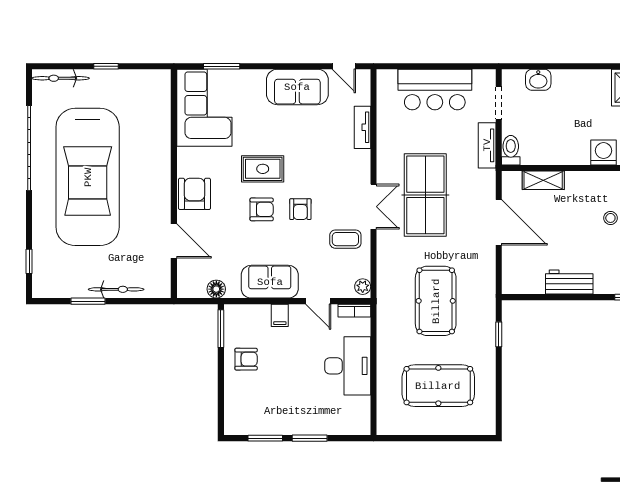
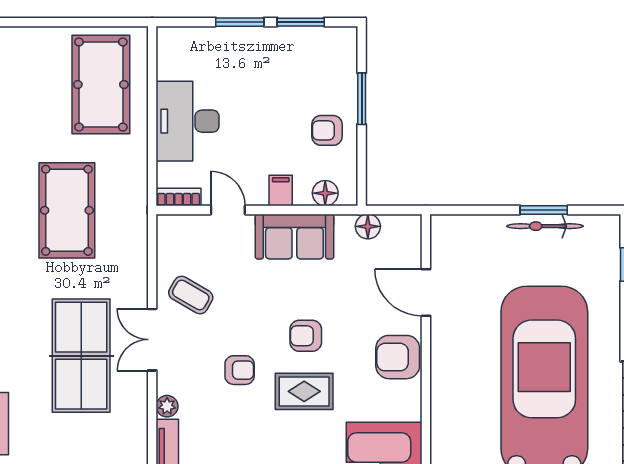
armchair: (194, 194) -> (398, 357), turned 90
armchair: (300, 209) -> (240, 370), moved, turned 90
coffee table: (345, 239) -> (191, 295), turned 30
plant: (363, 287) -> (167, 406), moved
bicycle: (116, 289) -> (545, 226), moved
floor lamp: (247, 313) -> (325, 193), added
window: (221, 329) -> (362, 99), moved
pool table: (438, 386) -> (101, 84), moved, turned 90

